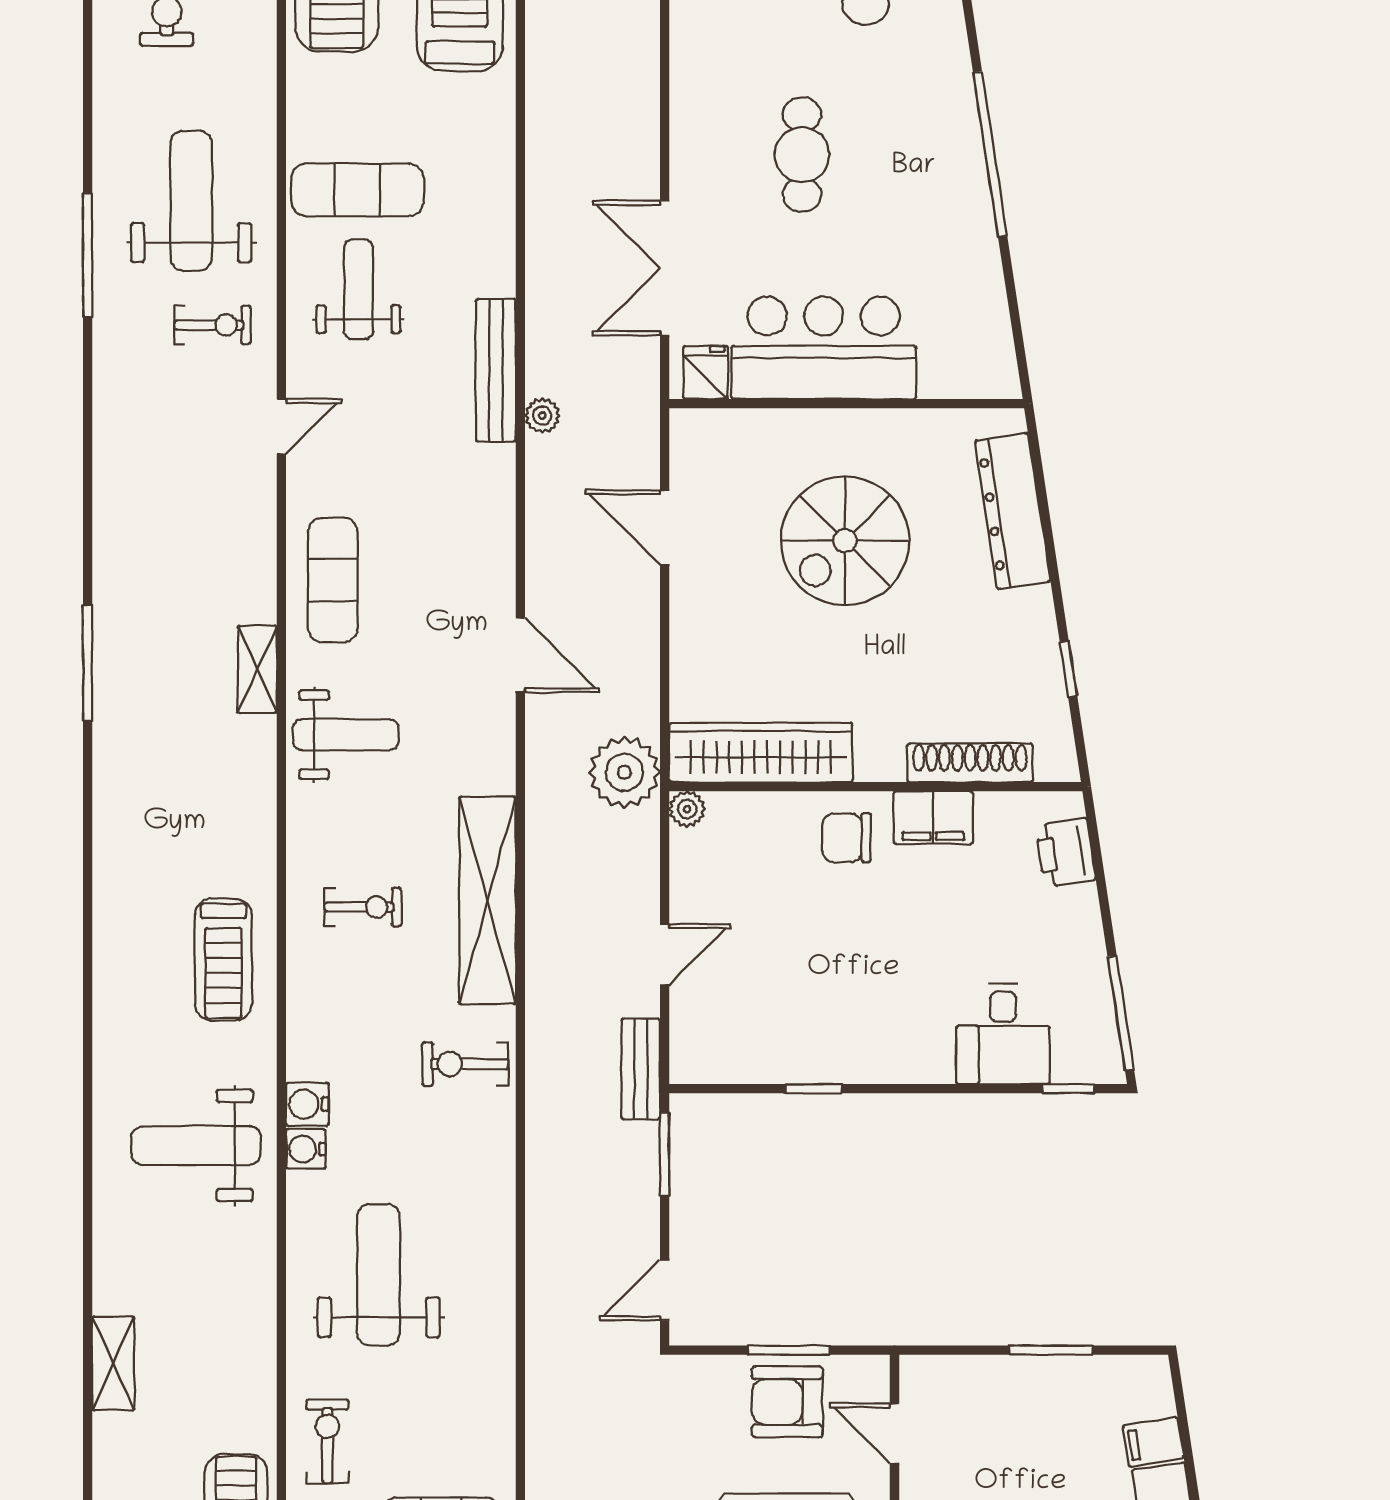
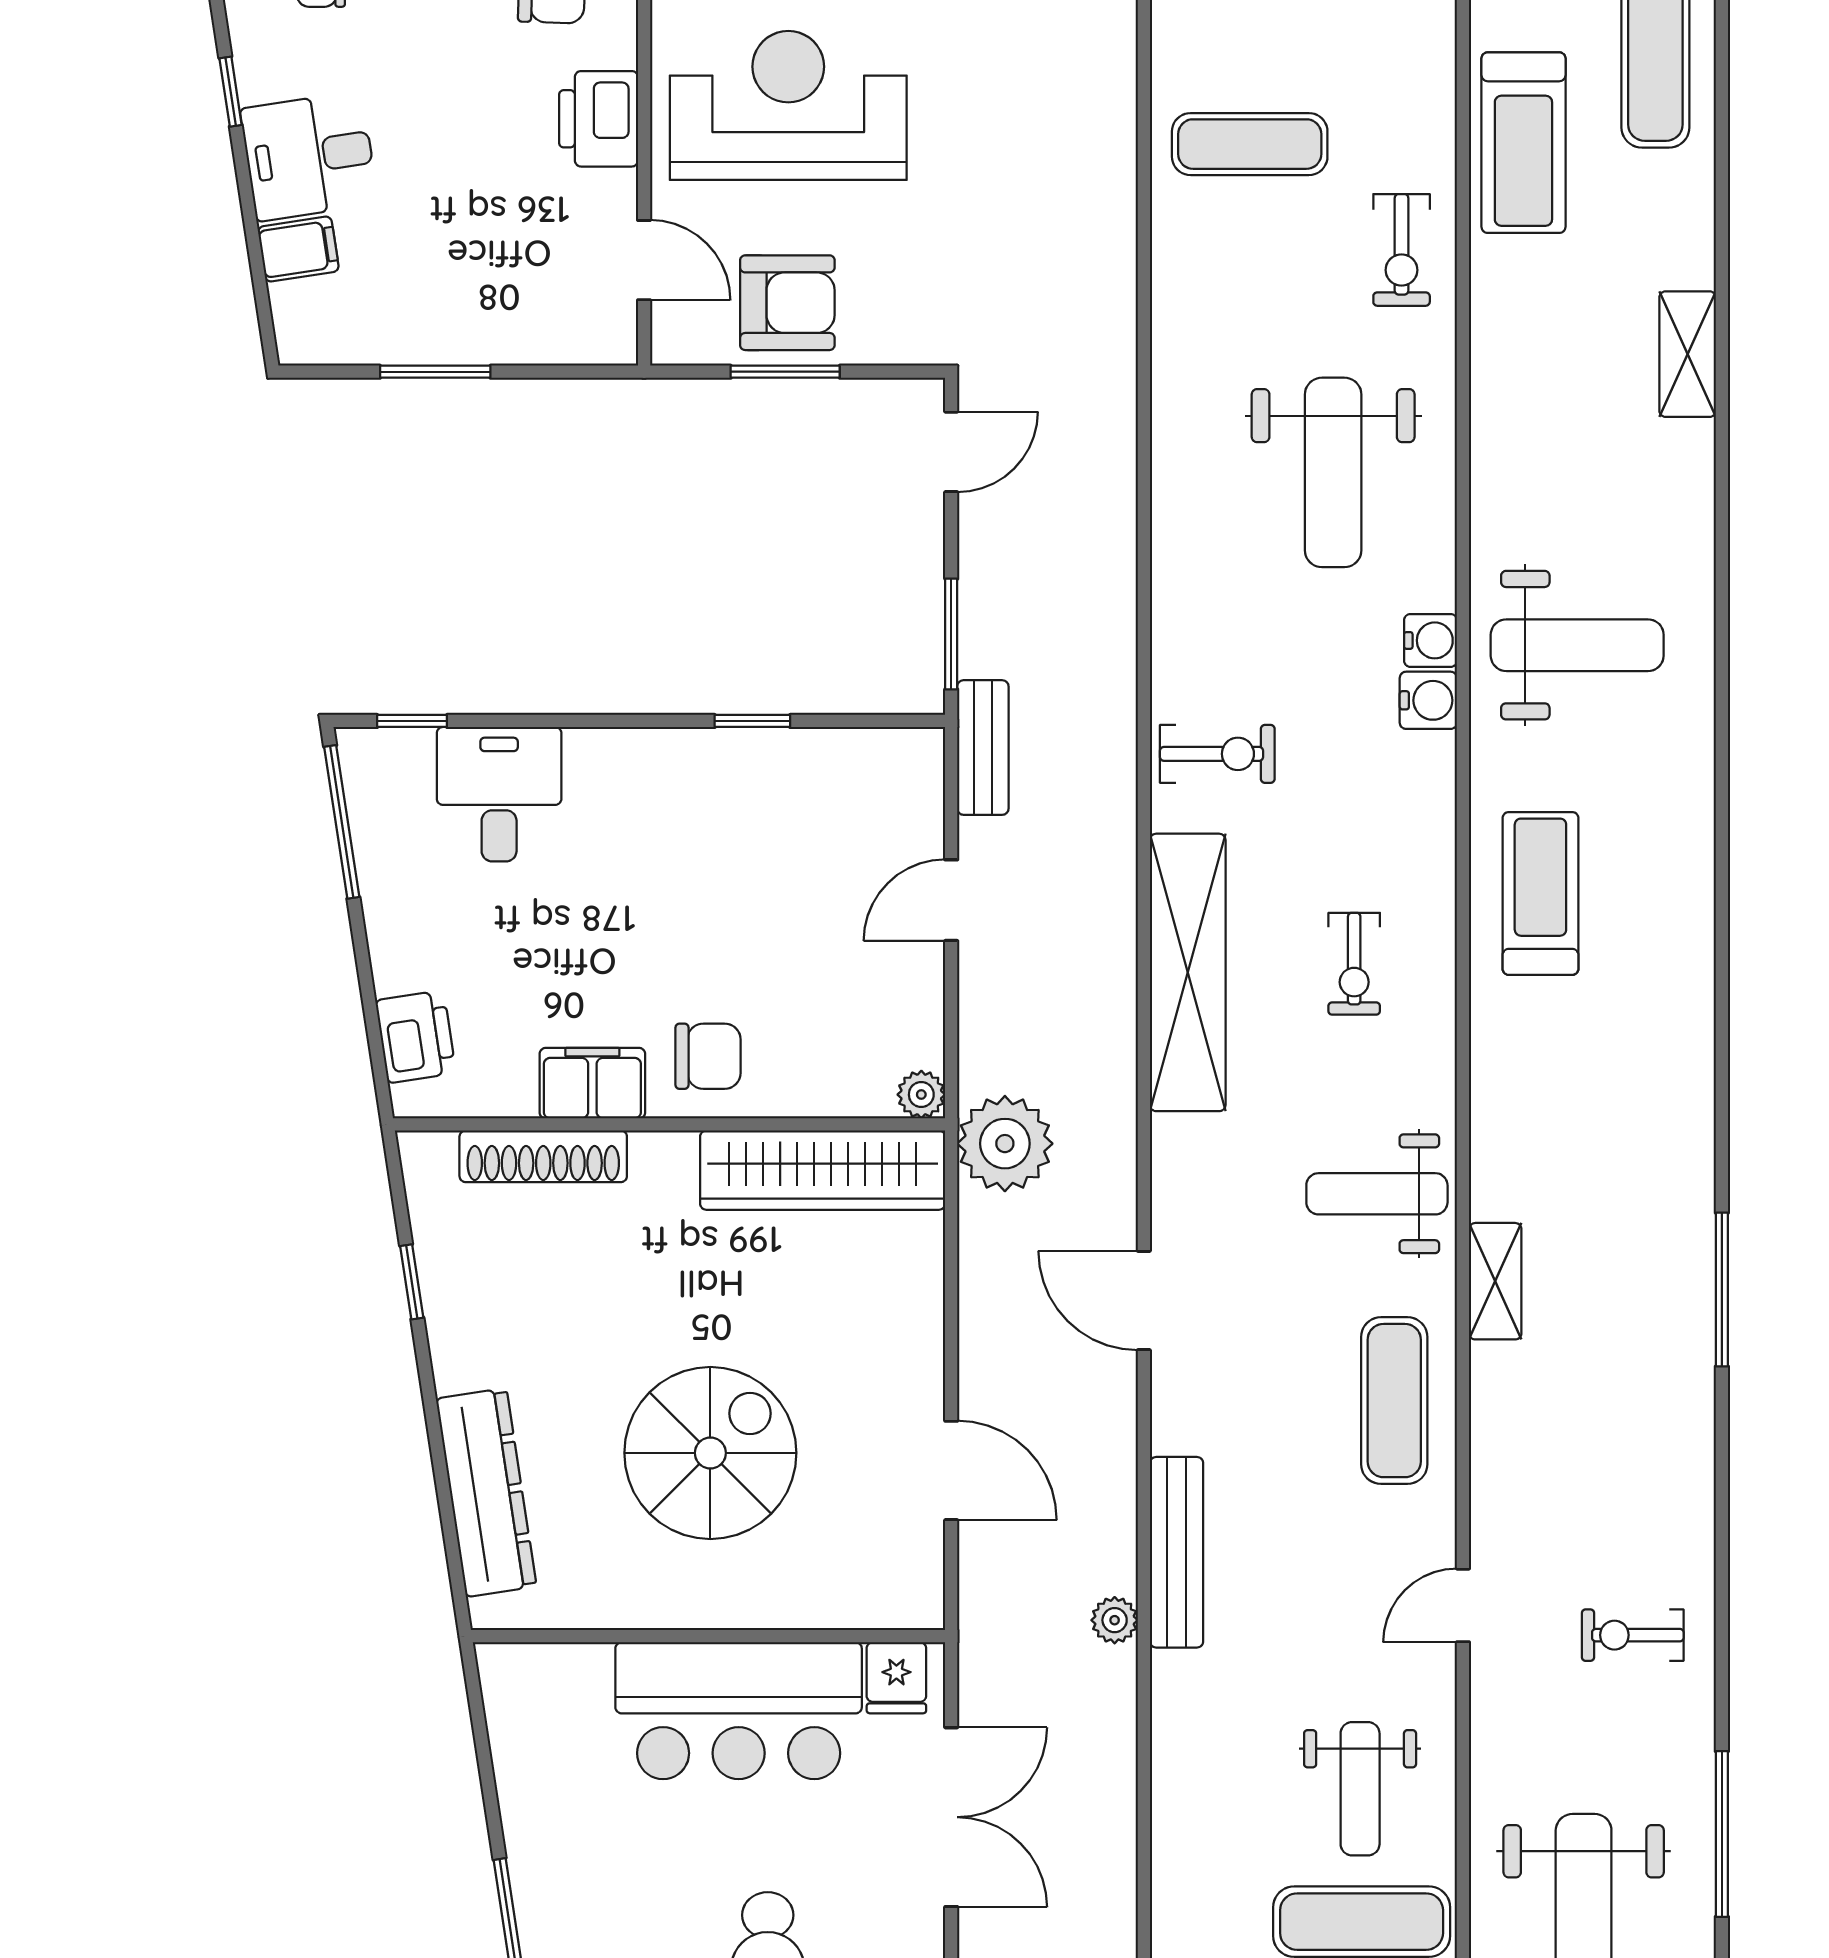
exercise bike: (212, 325) -> (1633, 1635), moved
bench: (496, 370) -> (1177, 1552), moved
exercise bike: (363, 907) -> (1354, 964), turned -90

